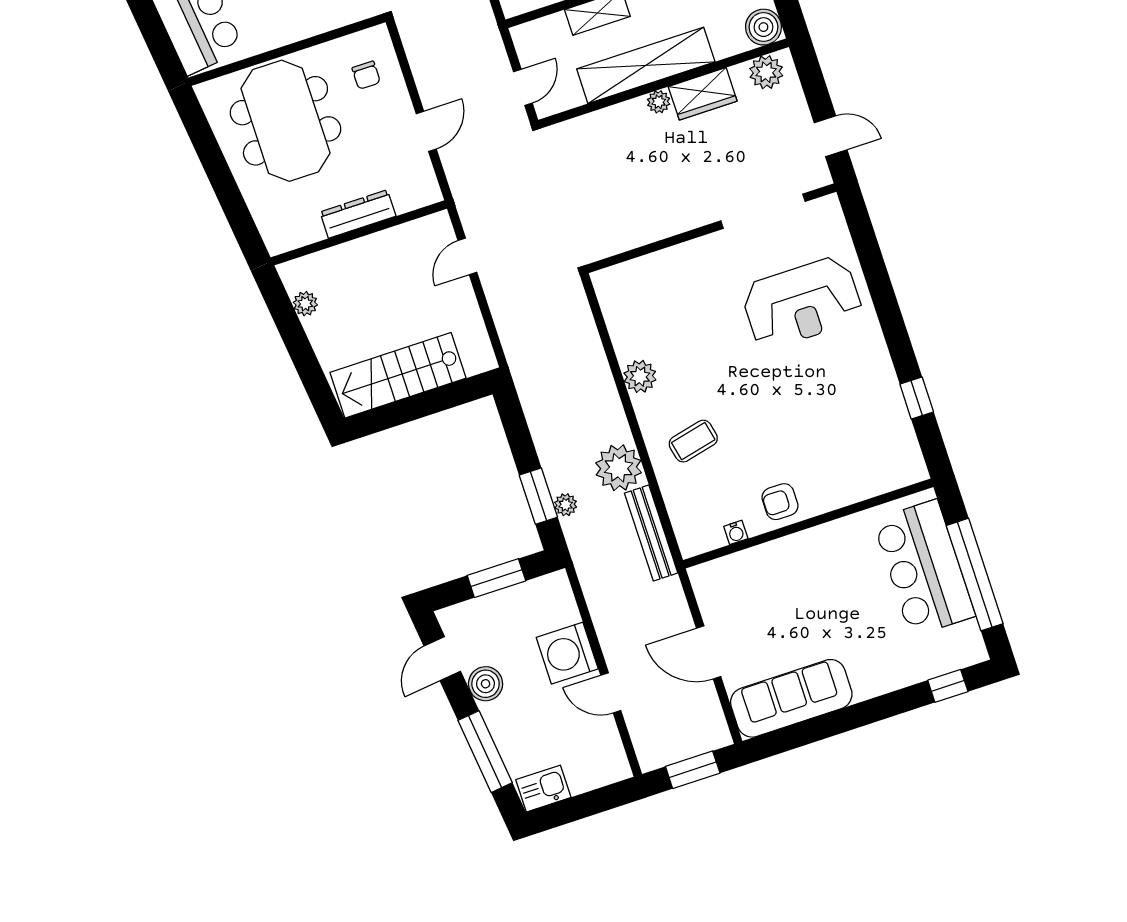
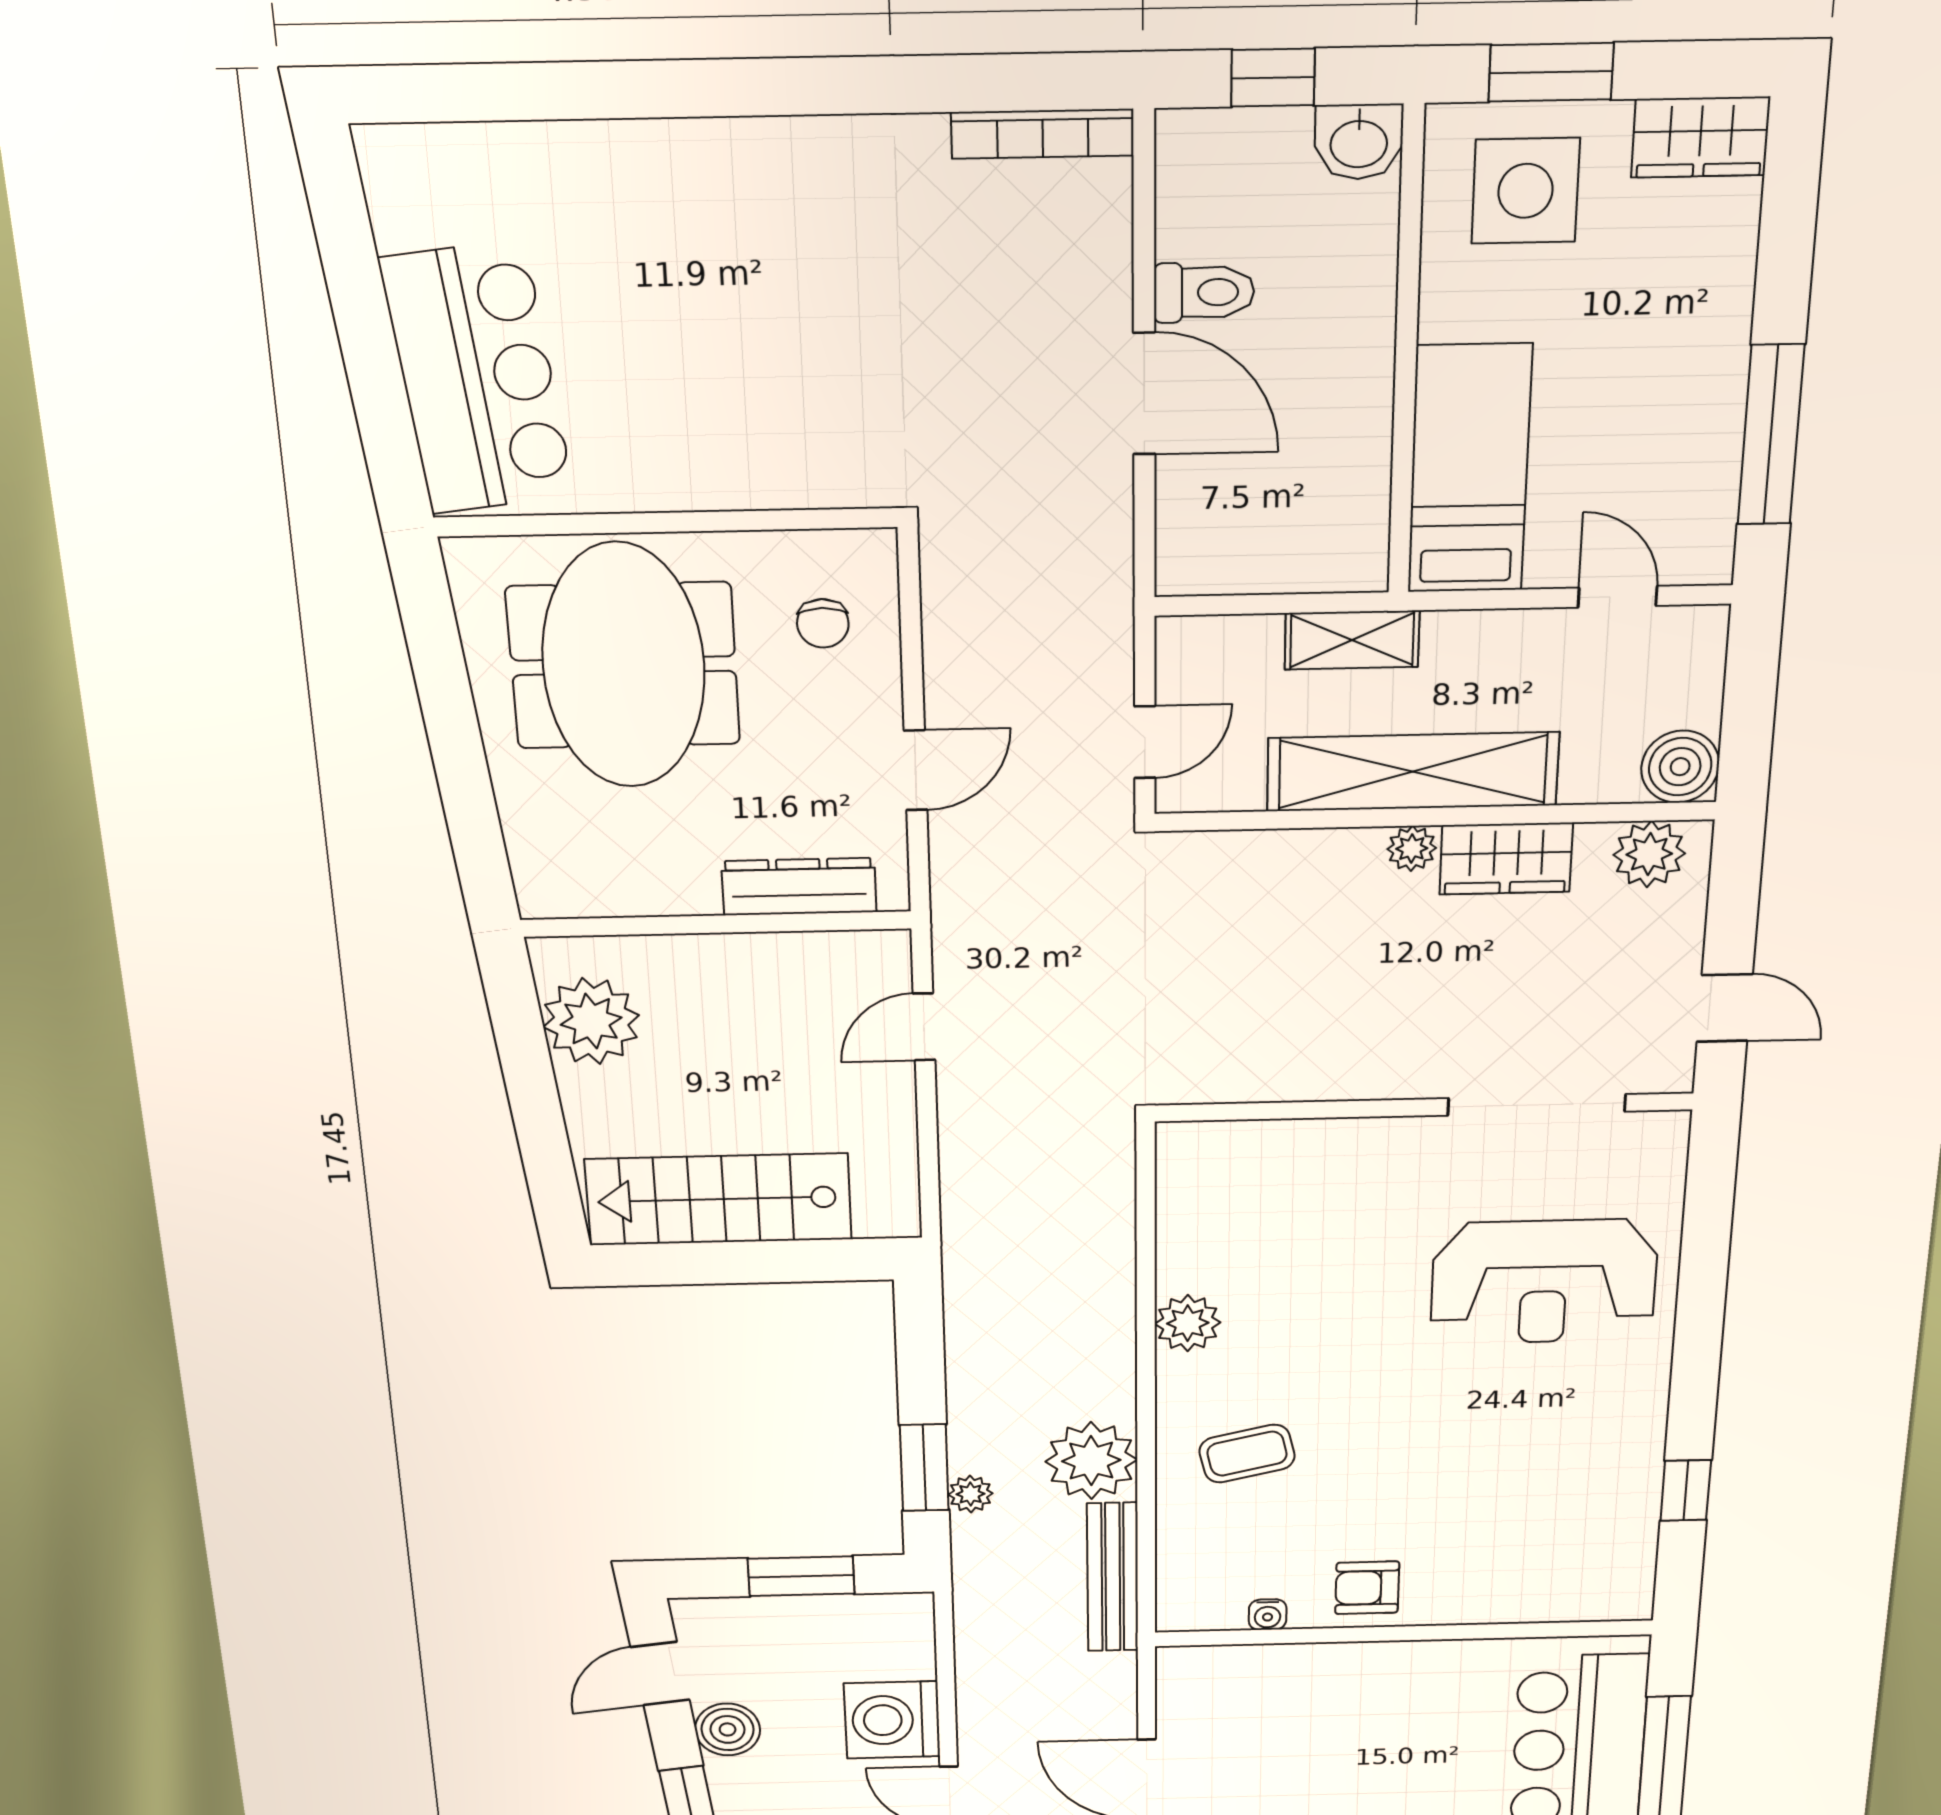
dresser: (358, 214) -> (799, 887), moved
plant: (305, 304) -> (591, 1021), width x1.88, depth x1.88

